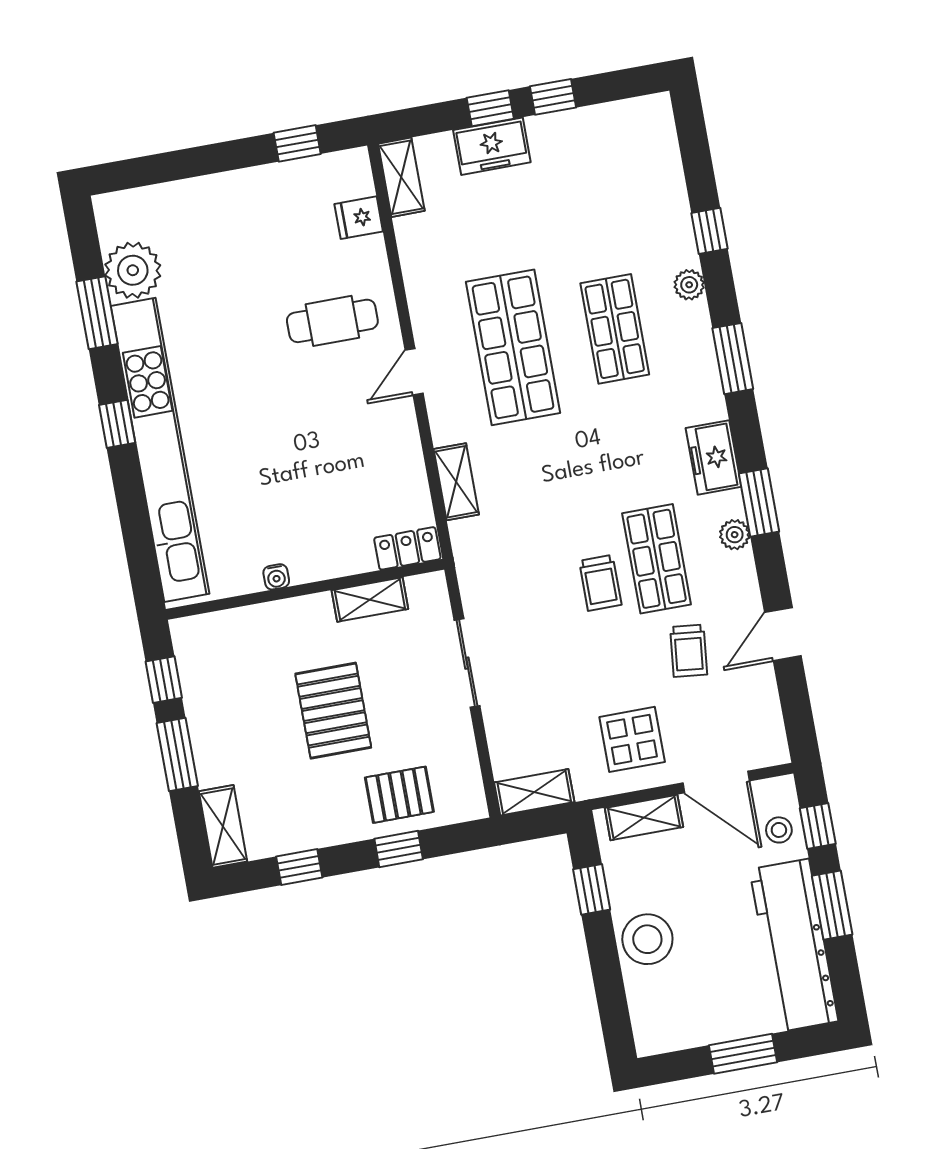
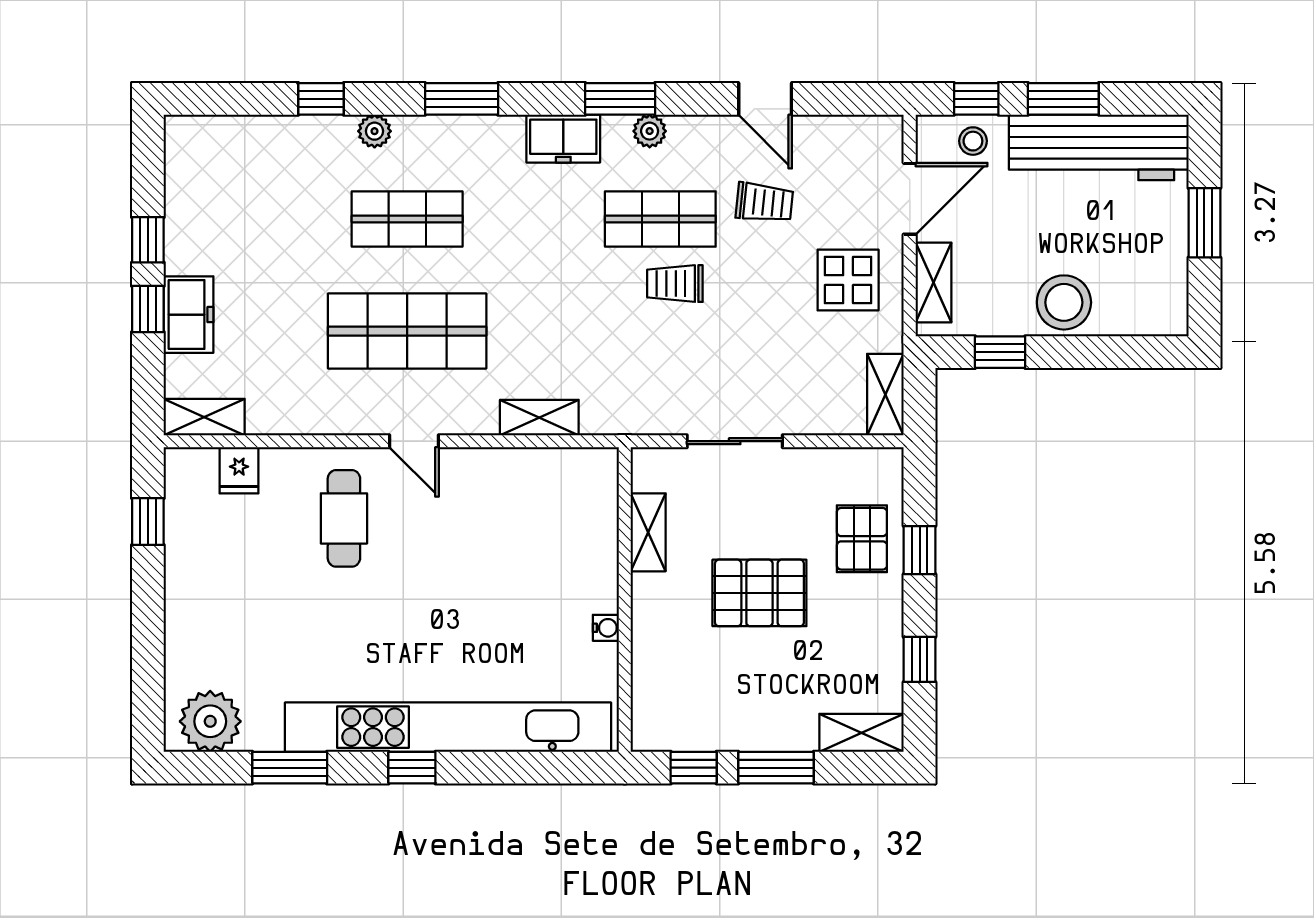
plant: (133, 270) -> (210, 721), moved
locker: (407, 548) -> (601, 483), removed
trolley: (600, 583) -> (675, 284), turned 180

